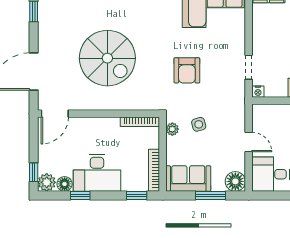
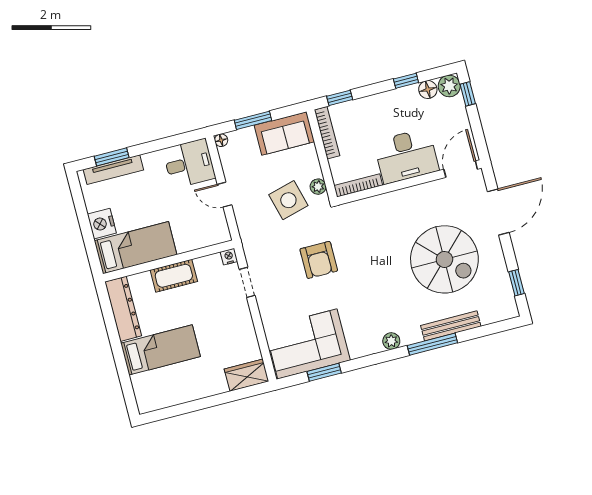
spiral stairs: (107, 58) -> (444, 259), moved, turned 180
armchair: (187, 70) -> (319, 260), turned 180
side table: (199, 124) -> (288, 200), width x1.87, depth x1.87
desk: (97, 173) -> (406, 156), moved, turned 180
floor lamp: (235, 181) -> (221, 140), width x0.53, depth x0.53

